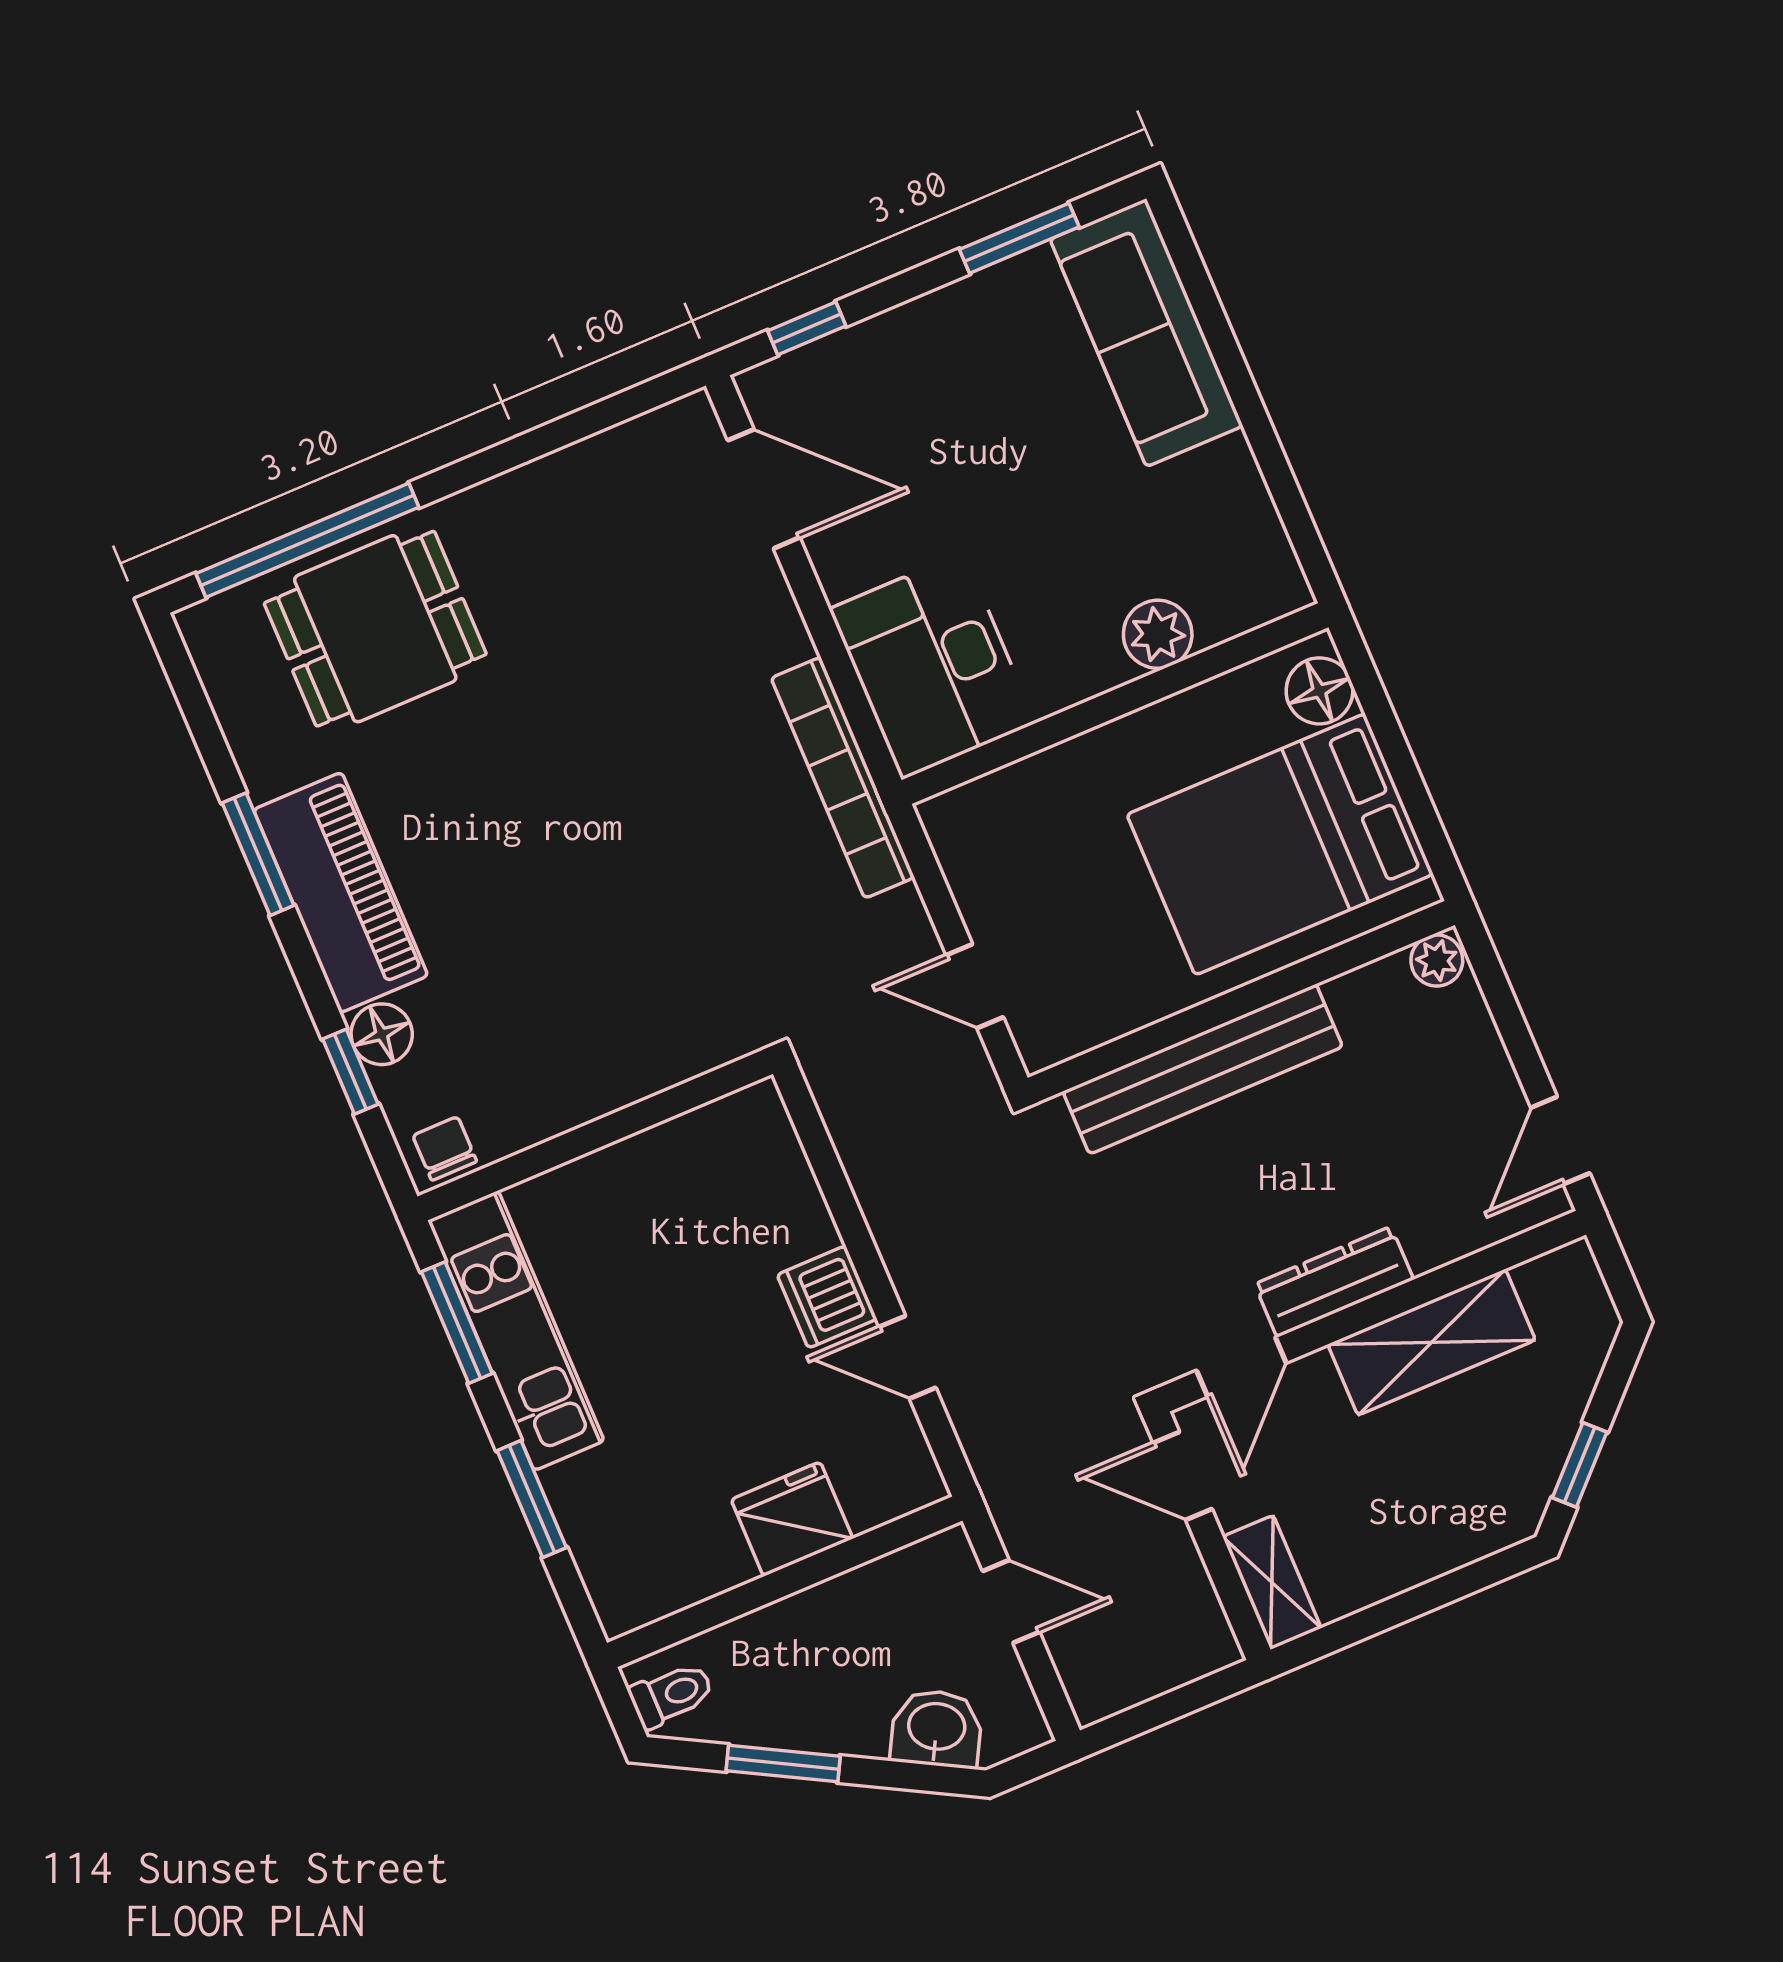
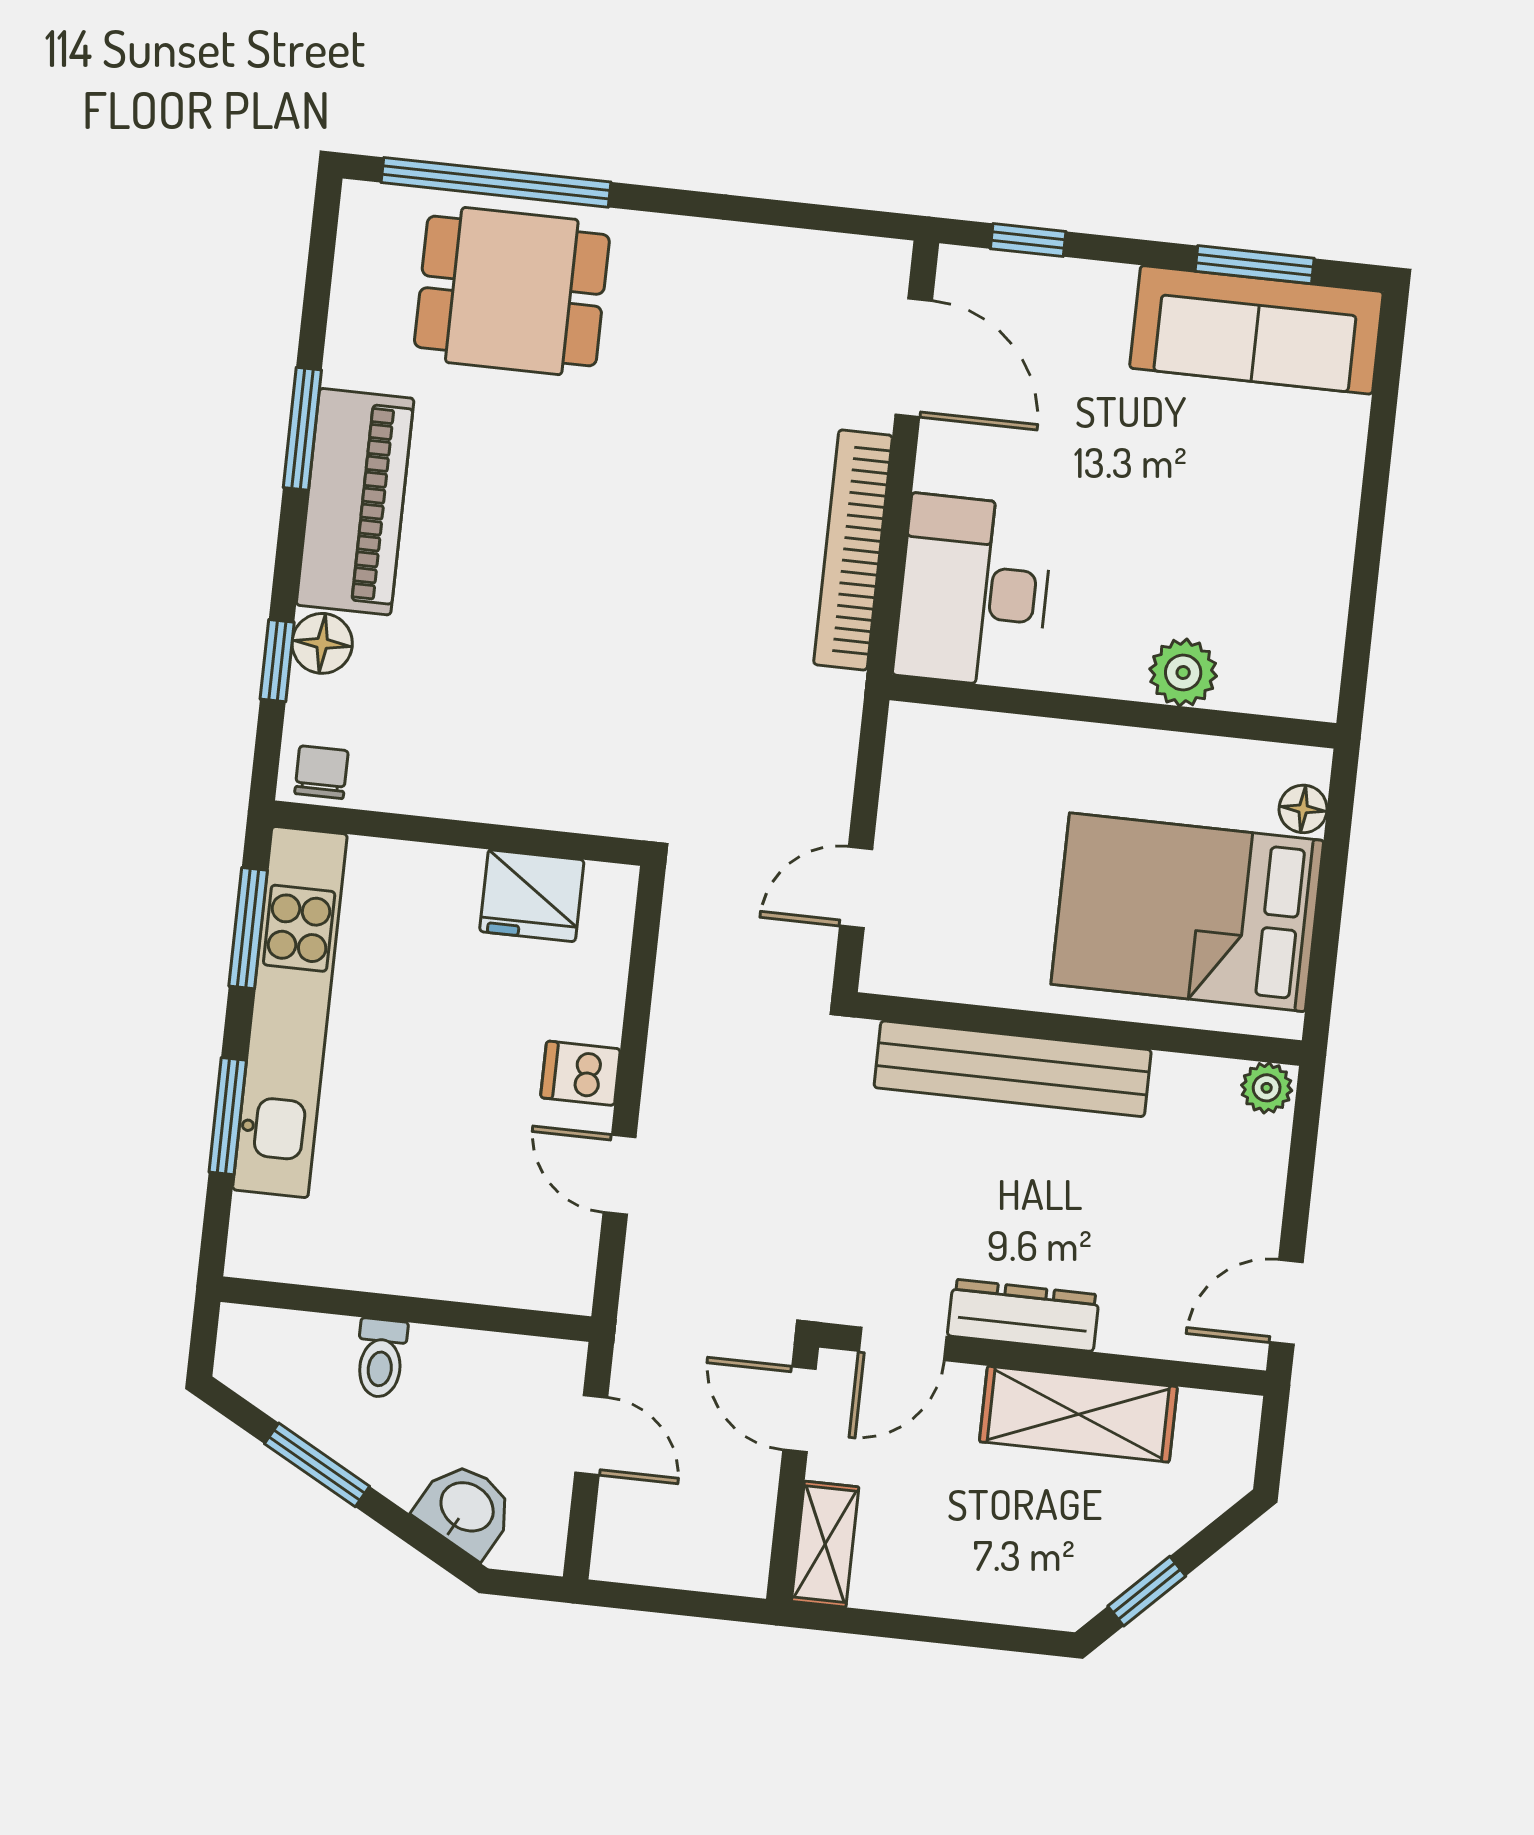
sofa: (1146, 333) -> (1256, 330), moved, turned -90
floor lamp: (1319, 691) -> (1303, 809), width x0.73, depth x0.73
bookcase: (843, 778) -> (853, 550), moved
door: (975, 986) -> (856, 887), hinge flipped
dishwasher: (827, 1297) -> (580, 1073), width x0.73
kitchen unit: (516, 1331) -> (290, 1012), width x1.36
fridge: (792, 1519) -> (532, 896), moved, turned 180
toilet: (671, 1695) -> (381, 1358), moved, turned 90

